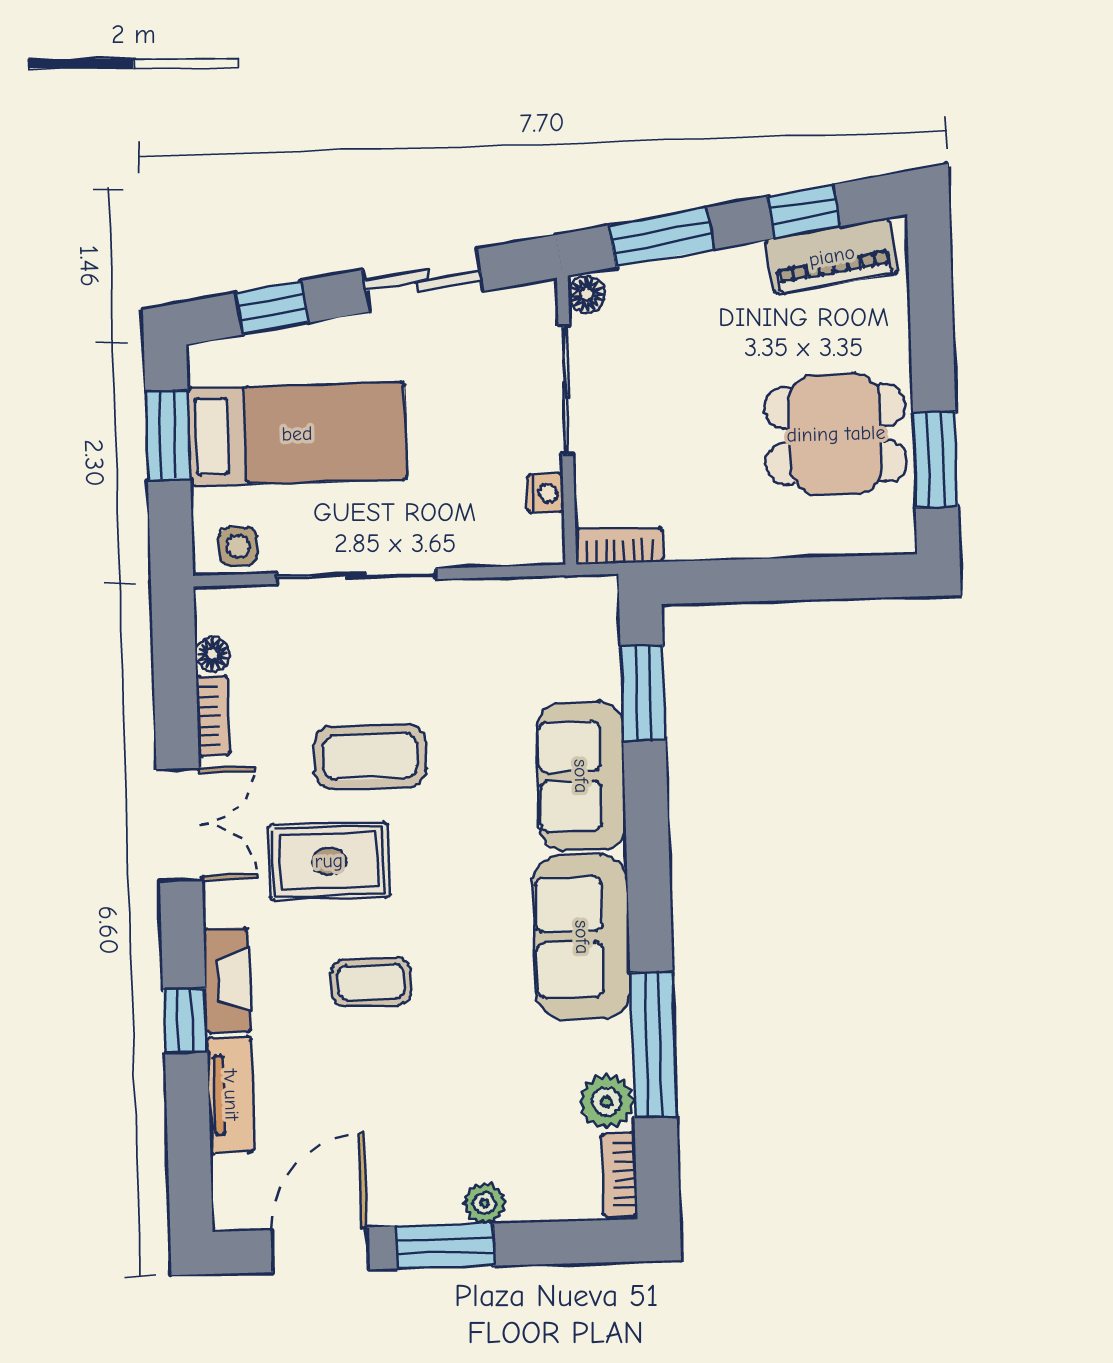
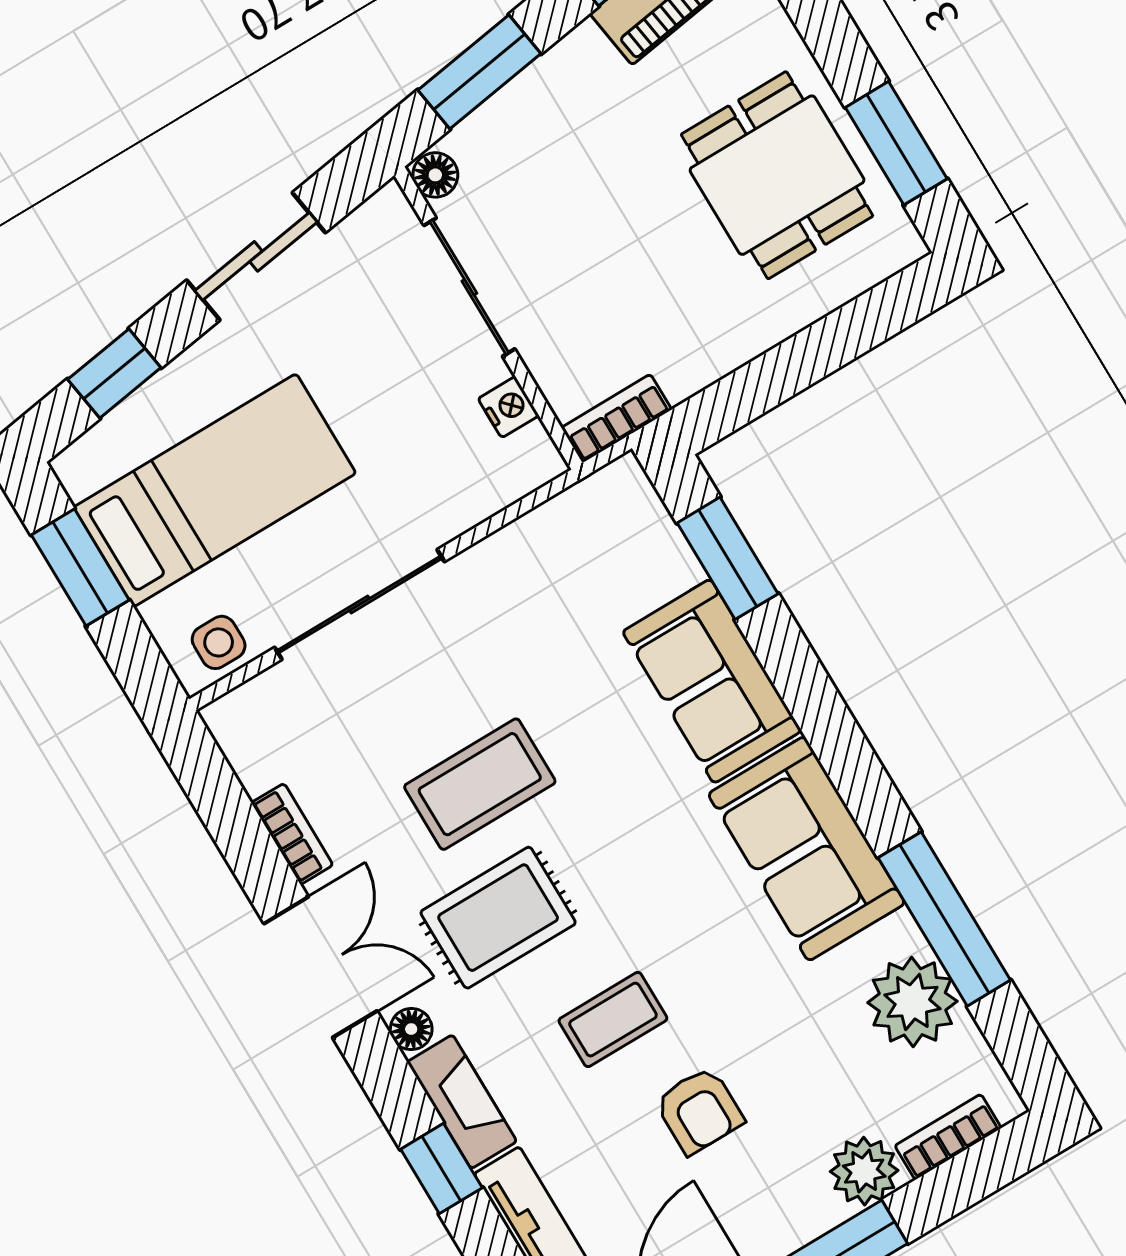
dining table: (836, 434) -> (777, 175), turned 90
floor lamp: (213, 654) -> (411, 1029), moved
armchair: (397, 1084) -> (699, 1110), added
plant: (607, 1101) -> (912, 1002), width x1.36, depth x1.36
bookcase: (619, 1175) -> (948, 1137), moved, turned 90
plant: (484, 1203) -> (864, 1171), width x1.38, depth x1.38

